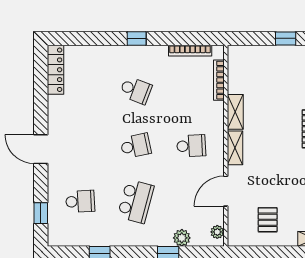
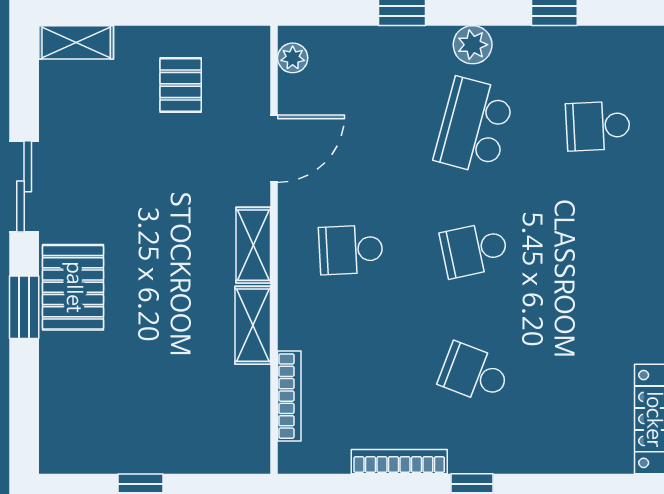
bookcase: (190, 51) -> (399, 462), moved
plant: (182, 238) -> (473, 45), moved

